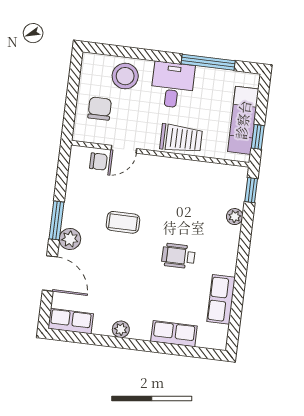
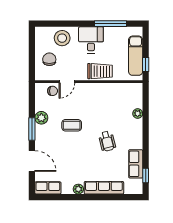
window: (251, 190) -> (146, 176), moved
plant: (70, 239) -> (41, 118), moved
wheelchair: (178, 256) -> (107, 141), turned -104
row of seats: (174, 334) -> (104, 188), width x1.48

